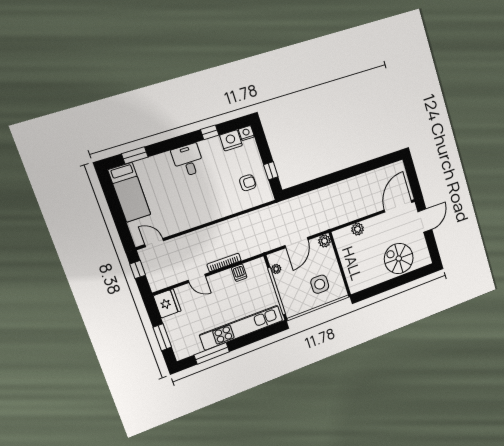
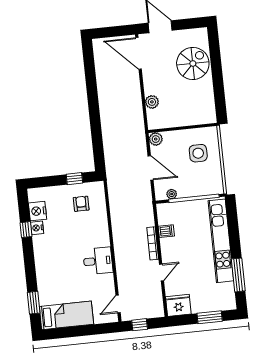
nightstand: (246, 133) -> (37, 228), moved
desk: (188, 160) -> (98, 261), moved, turned 180
spiral stairs: (399, 258) -> (193, 63), turned 180

